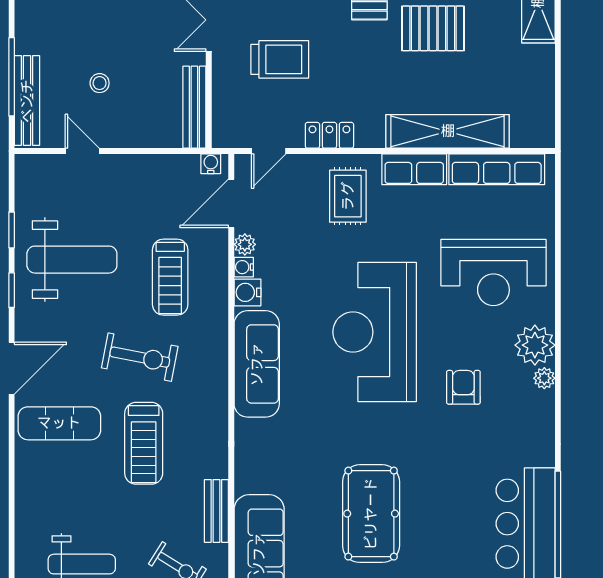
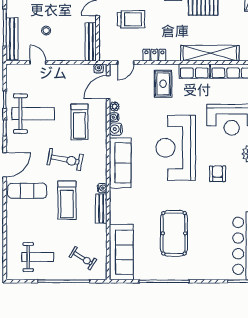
water cooler: (219, 418) -> (102, 188), added
bench: (216, 511) -> (101, 209), moved

